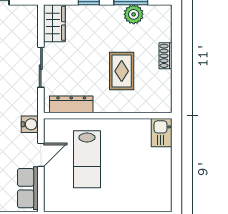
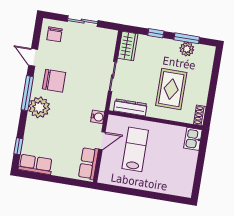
shoe rack: (165, 56) -> (200, 115), moved
rug: (122, 71) -> (171, 89), width x1.36, depth x1.43
lab bench: (87, 159) -> (135, 149), turned 180

